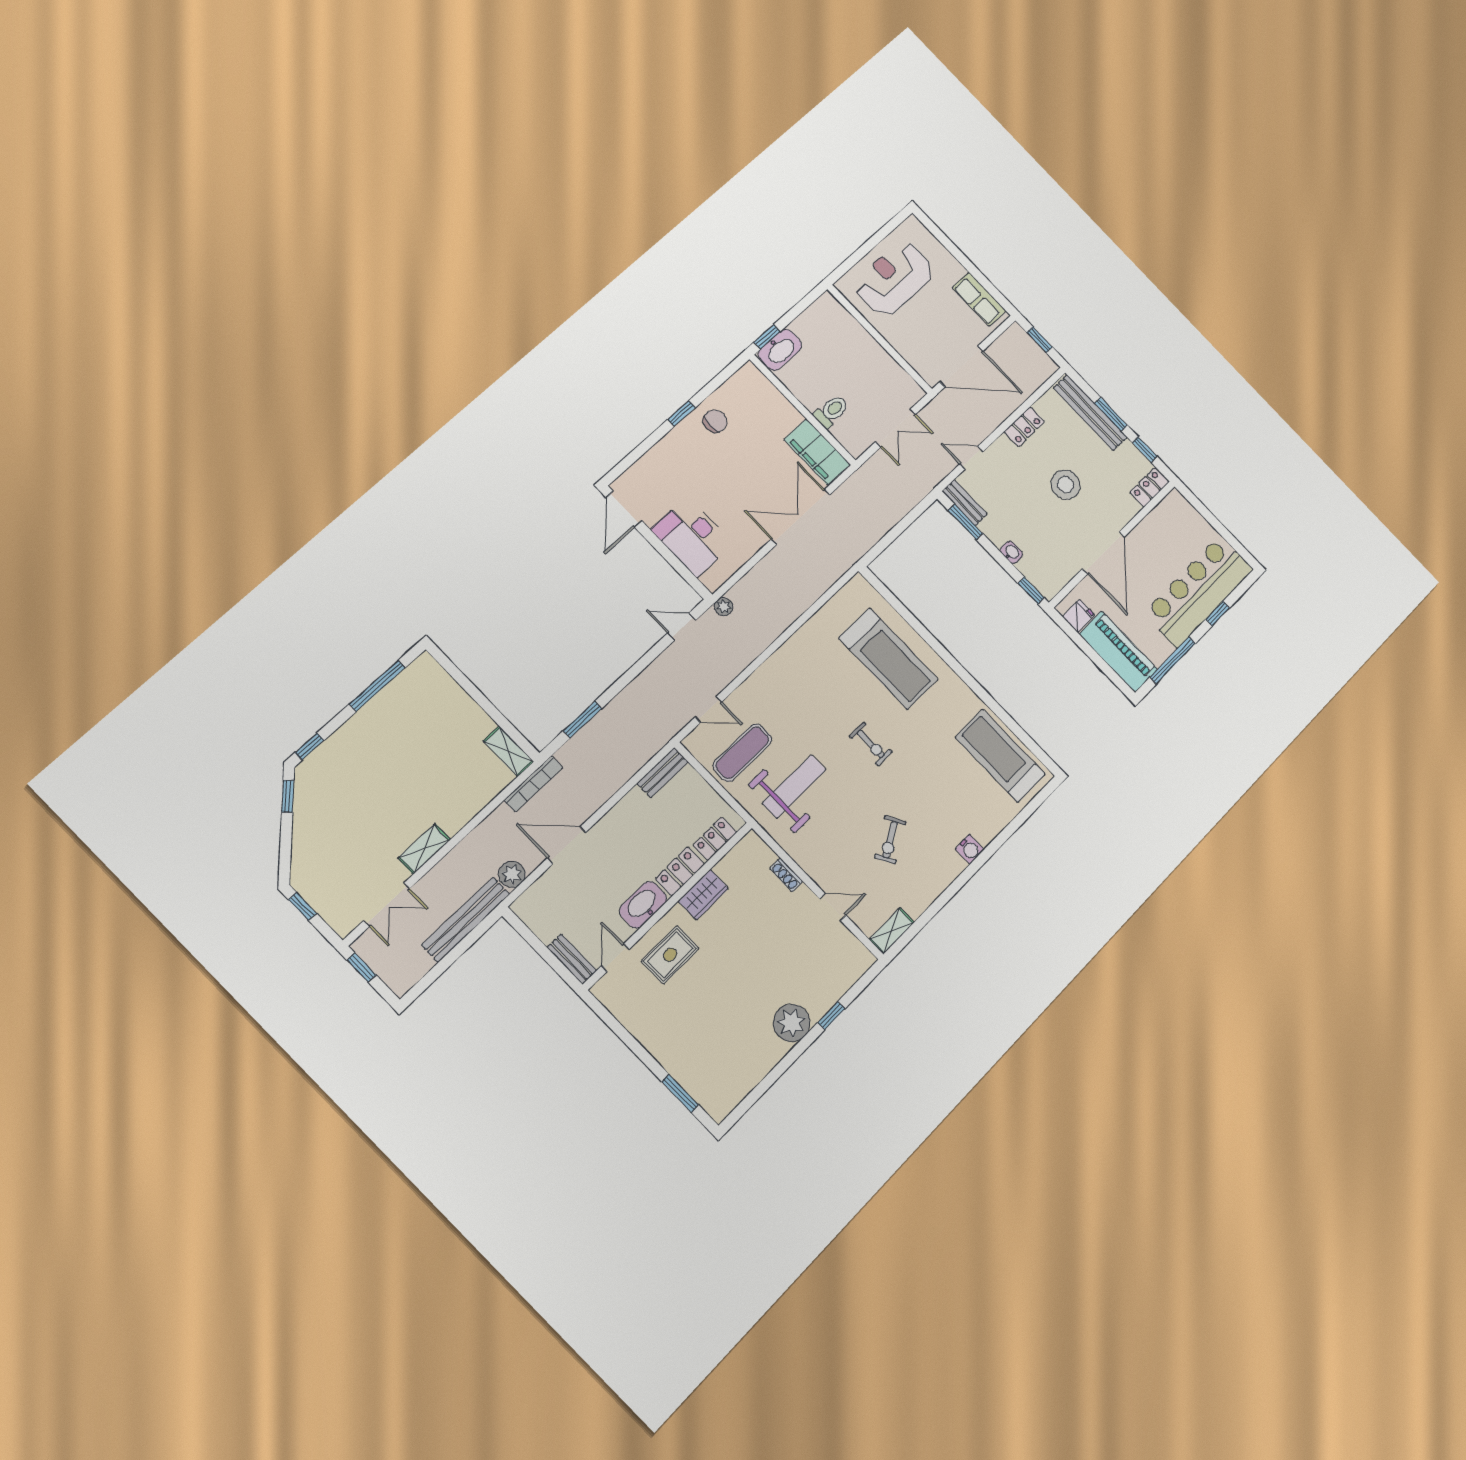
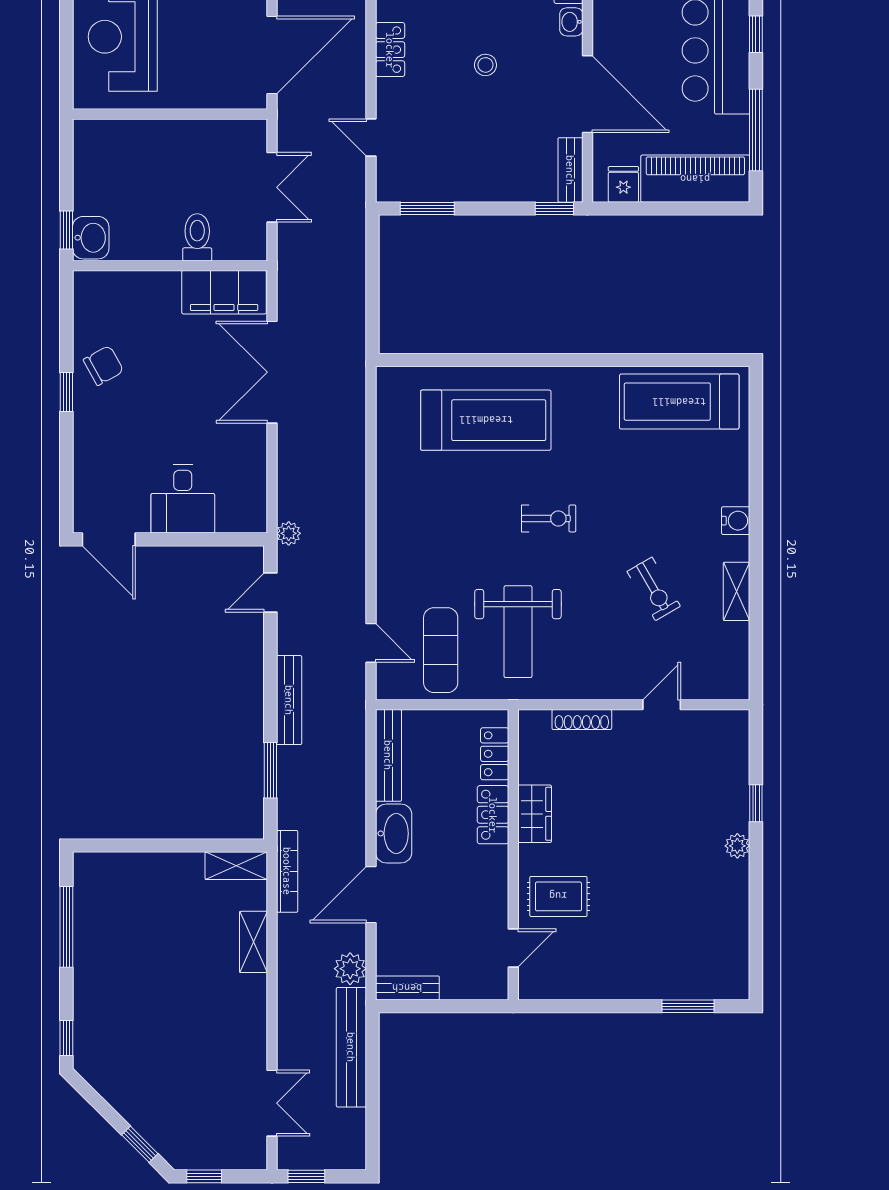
washbasin: (780, 350) -> (91, 238), width x0.72
chair: (715, 421) -> (103, 365), turned 61
door: (971, 458) -> (371, 138), hinge flipped
stool: (1066, 485) -> (485, 65), width x0.53, depth x0.53
bench: (965, 503) -> (570, 170), moved, turned 90
desk: (692, 537) -> (183, 499), width x0.73
washbasin: (1011, 552) -> (571, 22), moved, turned -90
bench: (632, 693) -> (289, 700), added
door: (708, 709) -> (371, 643), hinge flipped
bench: (662, 773) -> (388, 755), width x1.36
weight bench: (794, 786) -> (518, 632), turned 180
window: (288, 796) -> (140, 1144), moved
shelving: (424, 849) -> (253, 942), moved
shoe rack: (786, 875) -> (582, 720), width x1.43
washbasin: (643, 905) -> (394, 833), moved, turned 180
shelving: (892, 931) -> (737, 591), moved
rug: (670, 955) -> (558, 896), turned 90
door: (615, 958) -> (513, 948), swing flipped
bench: (572, 959) -> (407, 988), moved
plant: (792, 1023) -> (737, 846), width x0.53, depth x0.53

